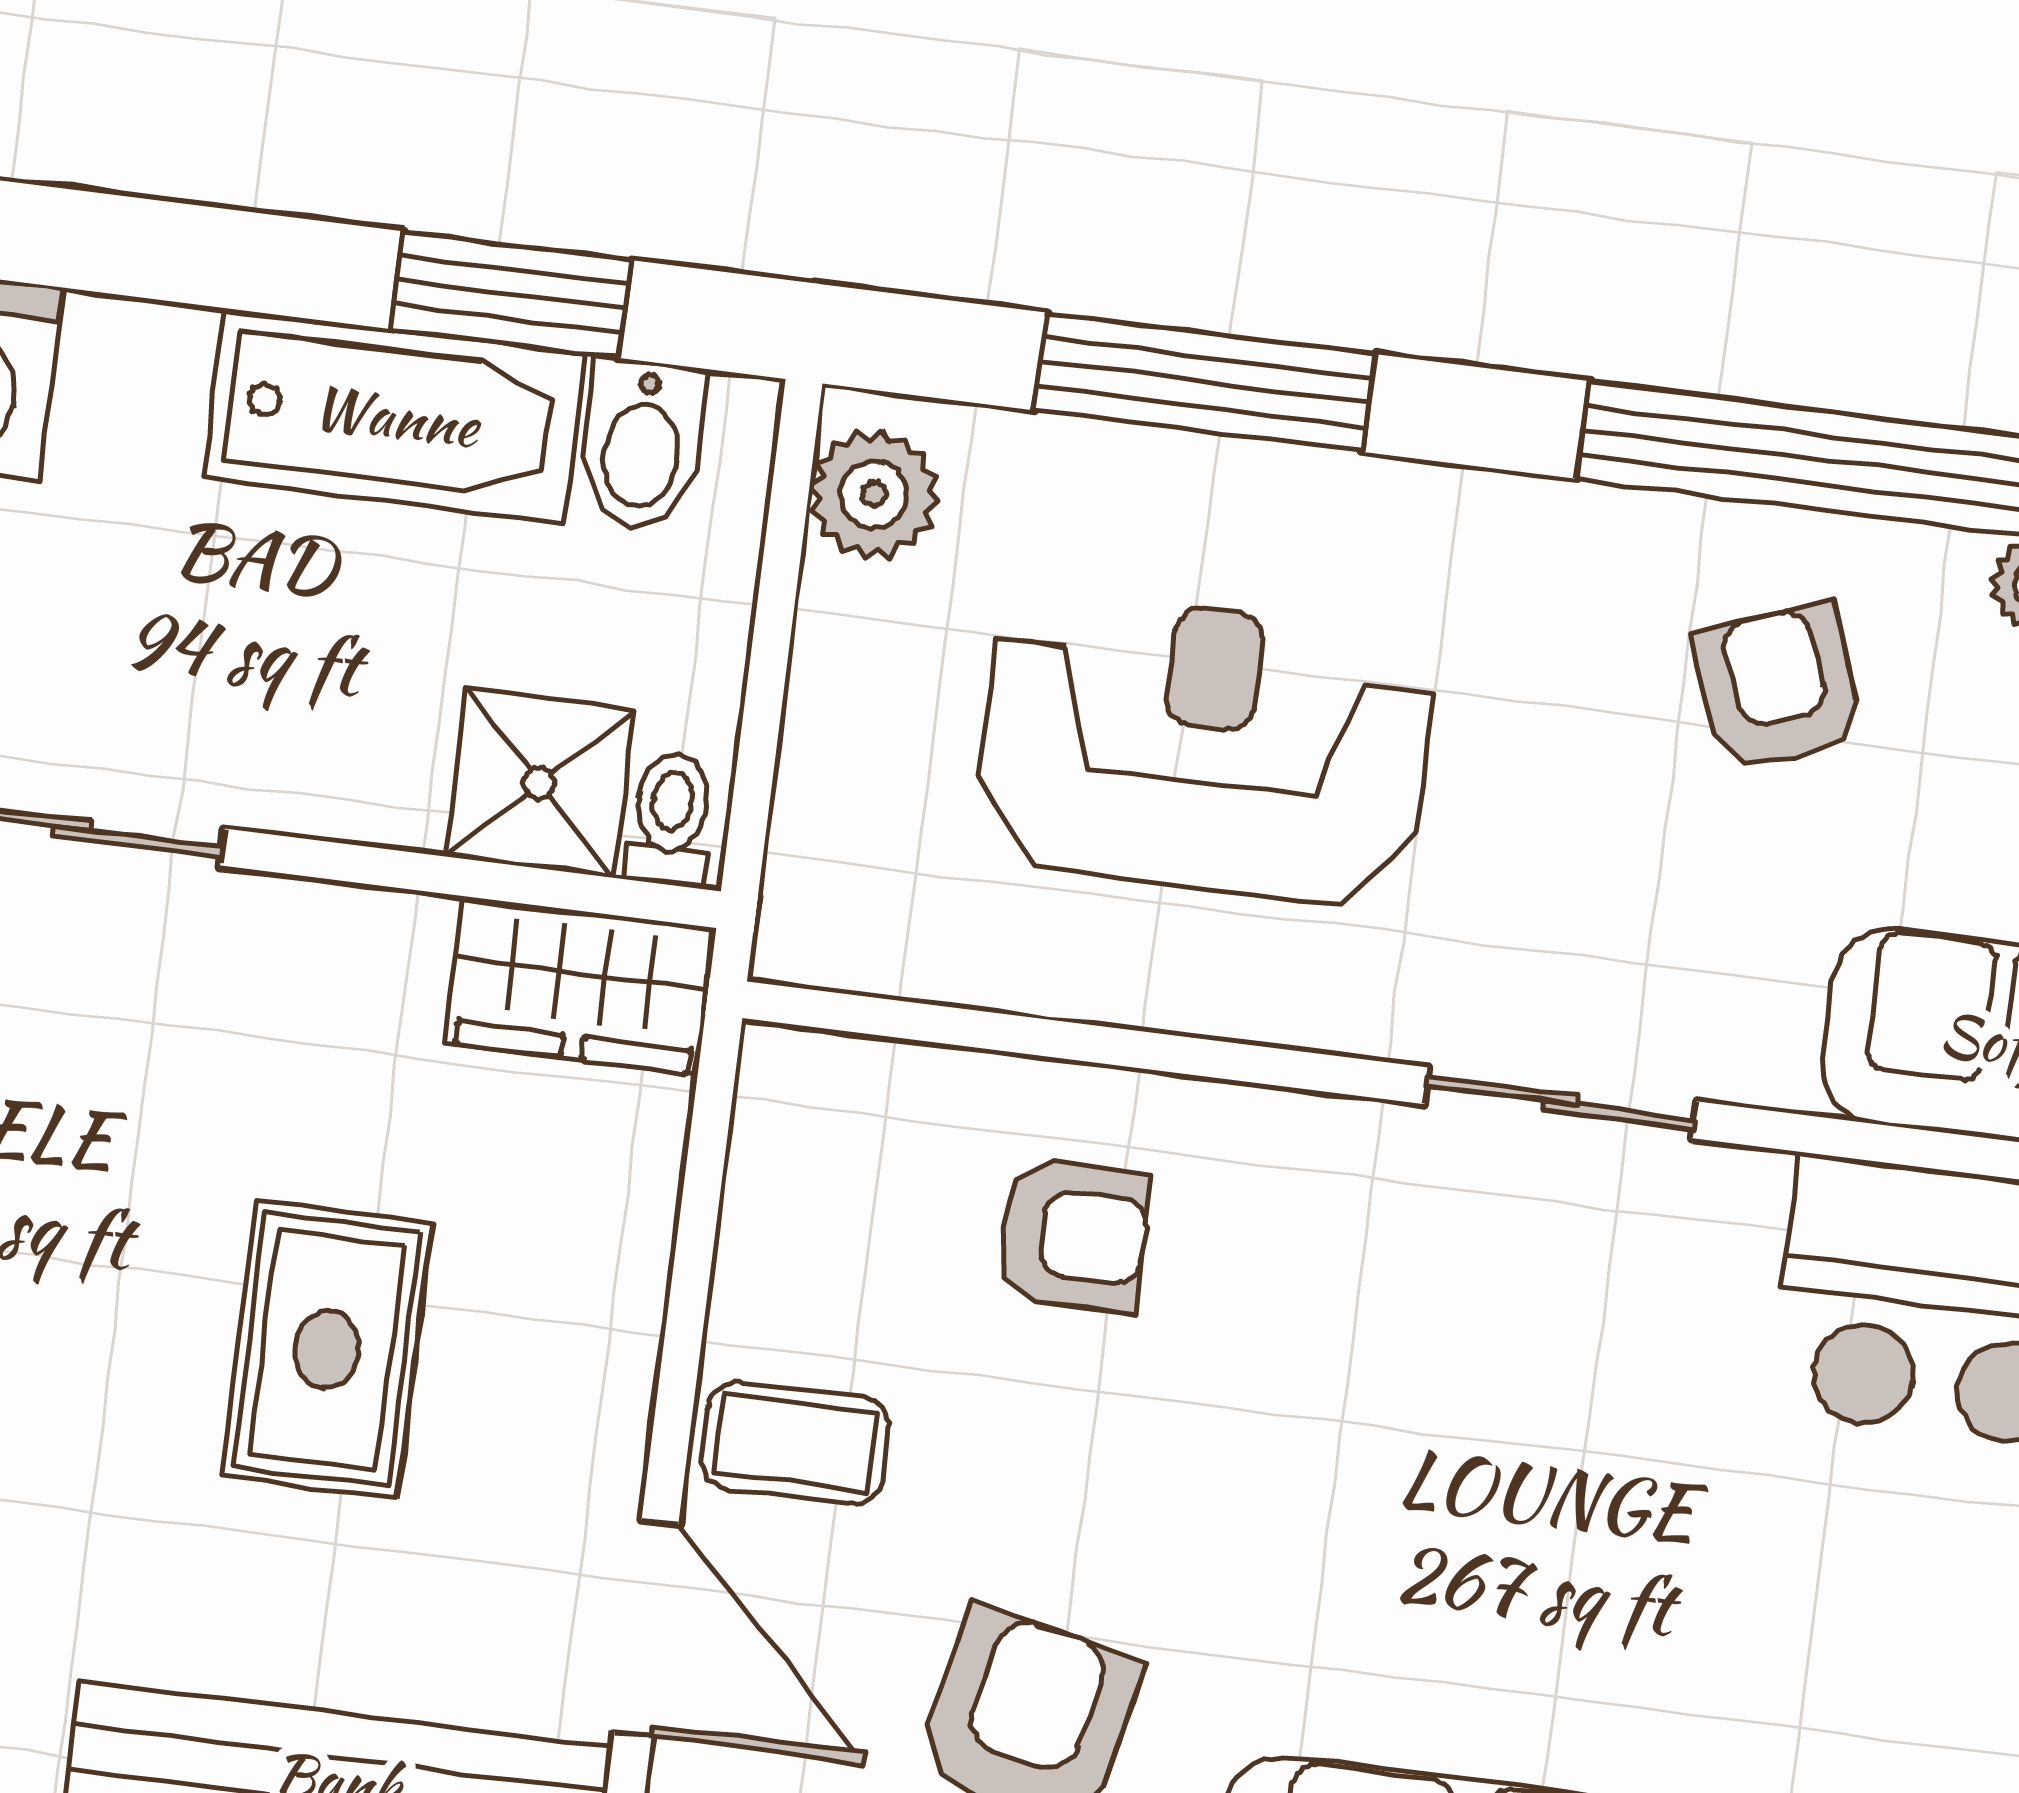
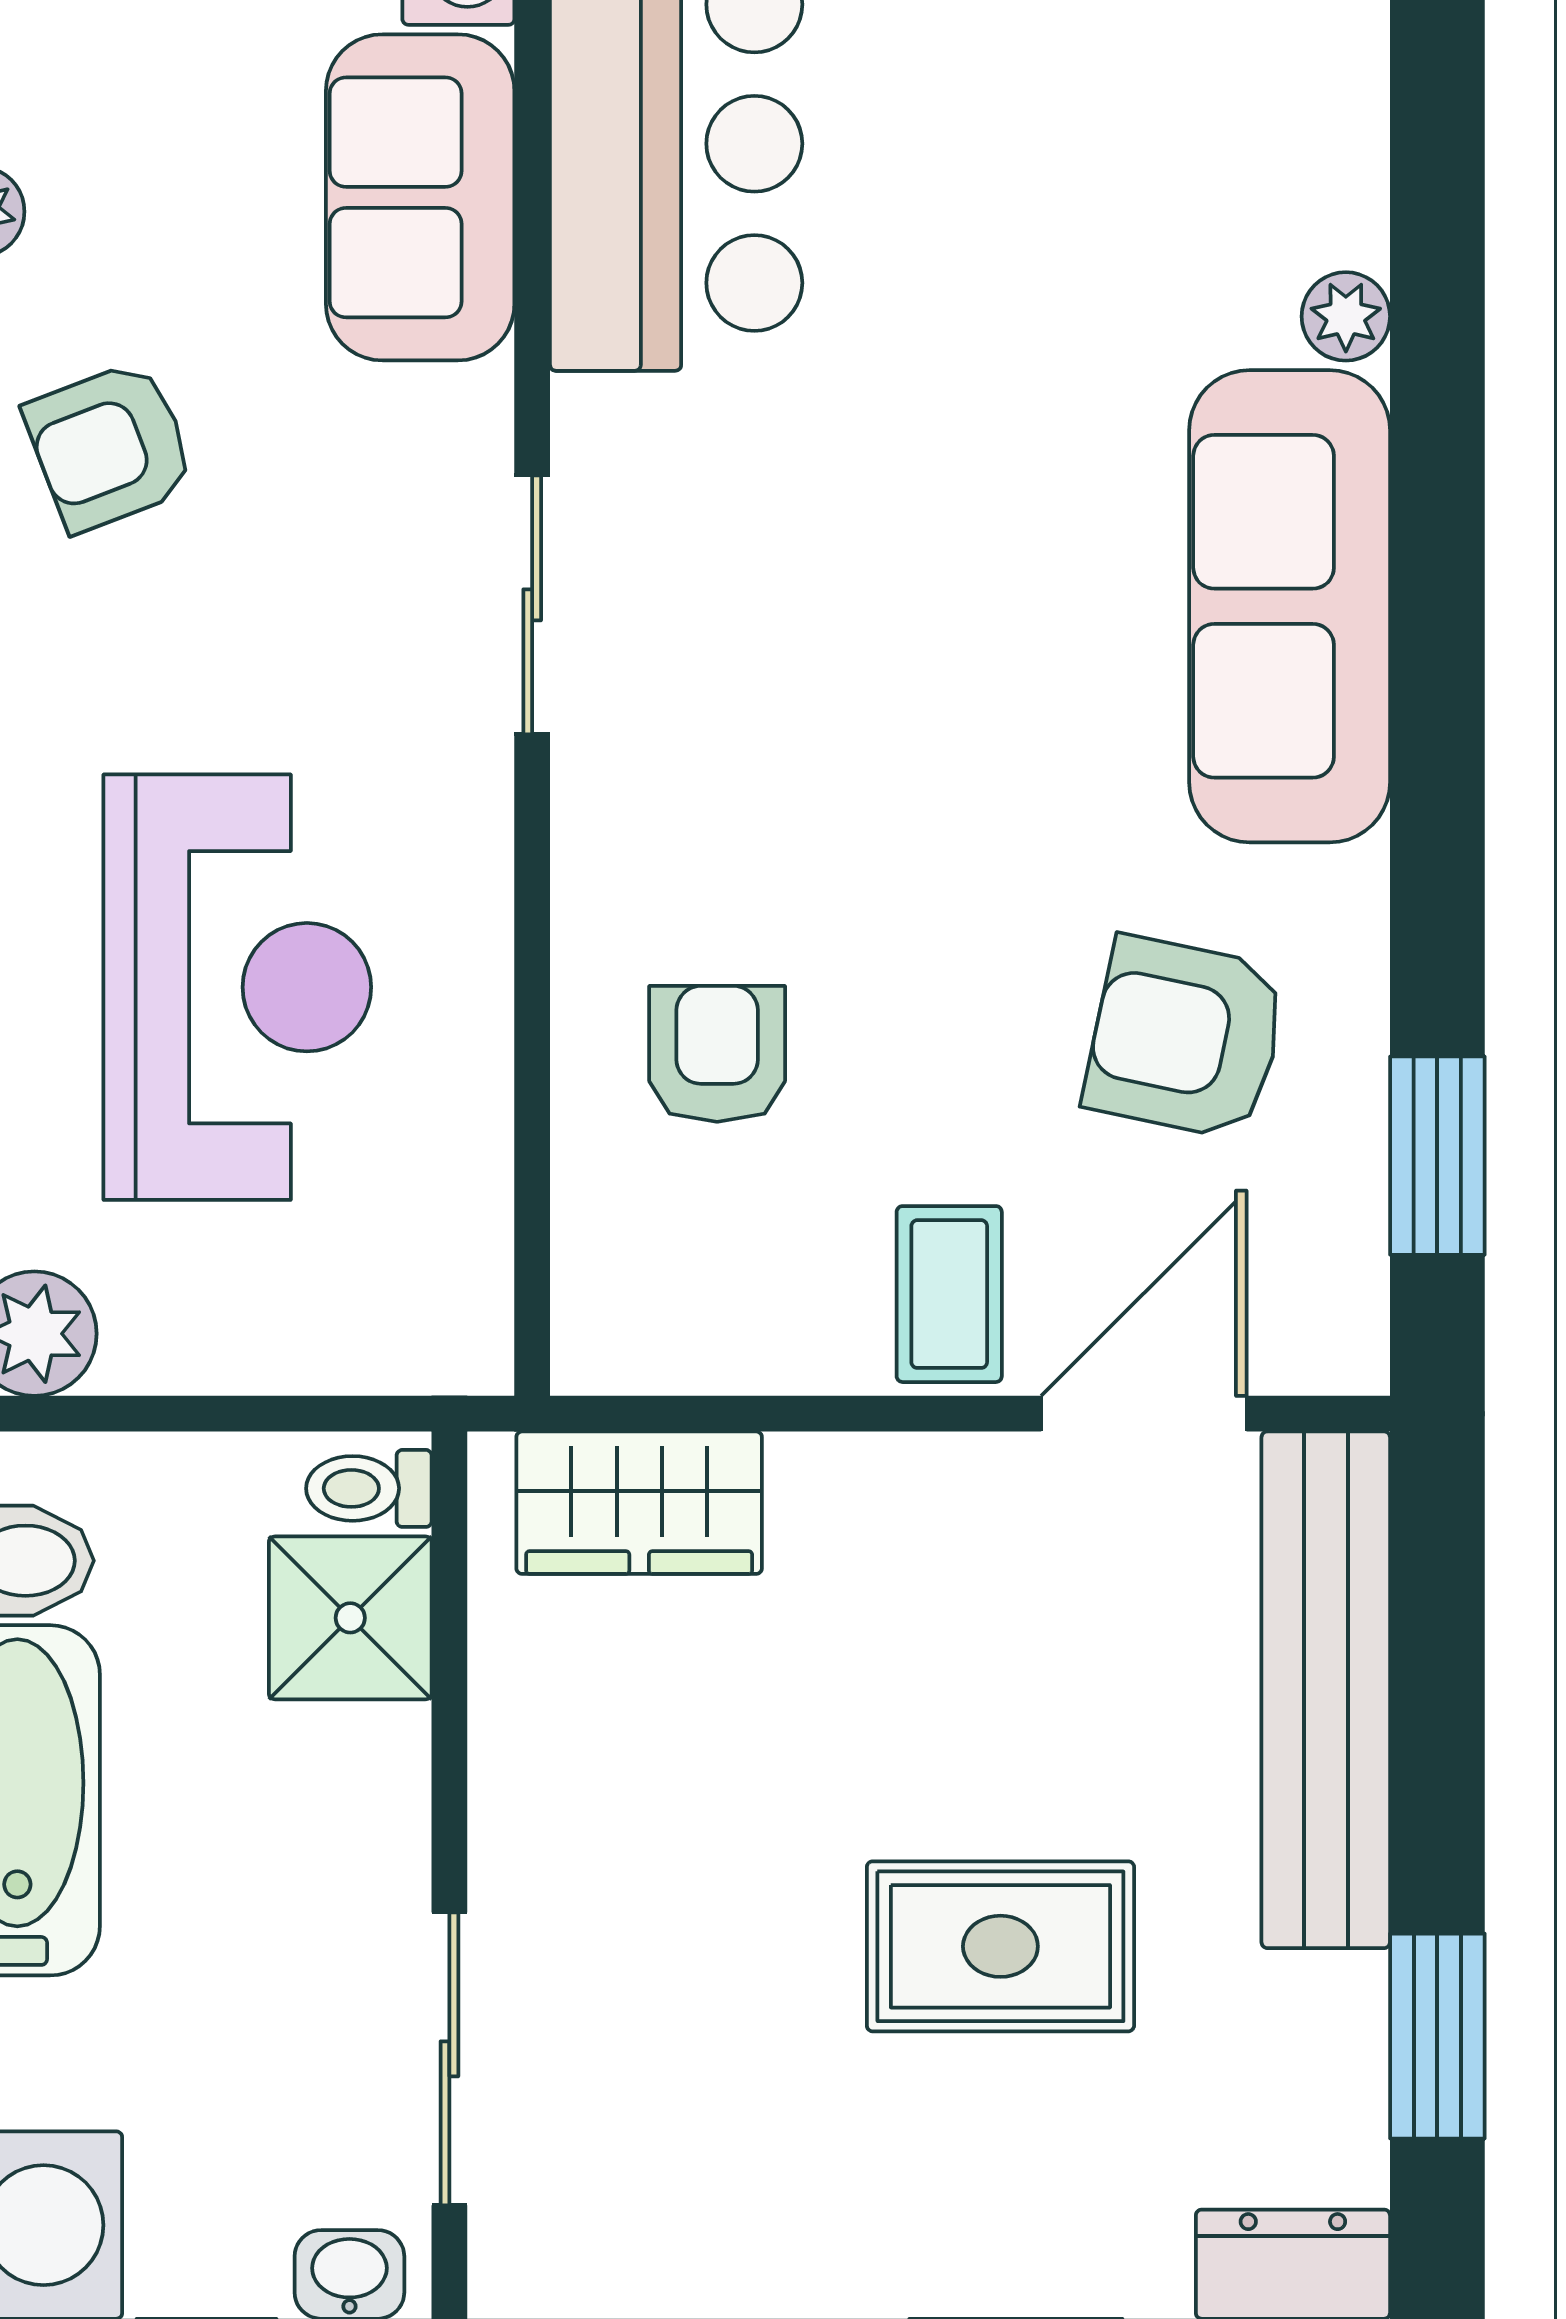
reception desk: (1205, 749) -> (237, 987), turned 180
wardrobe: (580, 985) -> (639, 1503), moved, turned 90
rug: (327, 1350) -> (1000, 1946), moved

